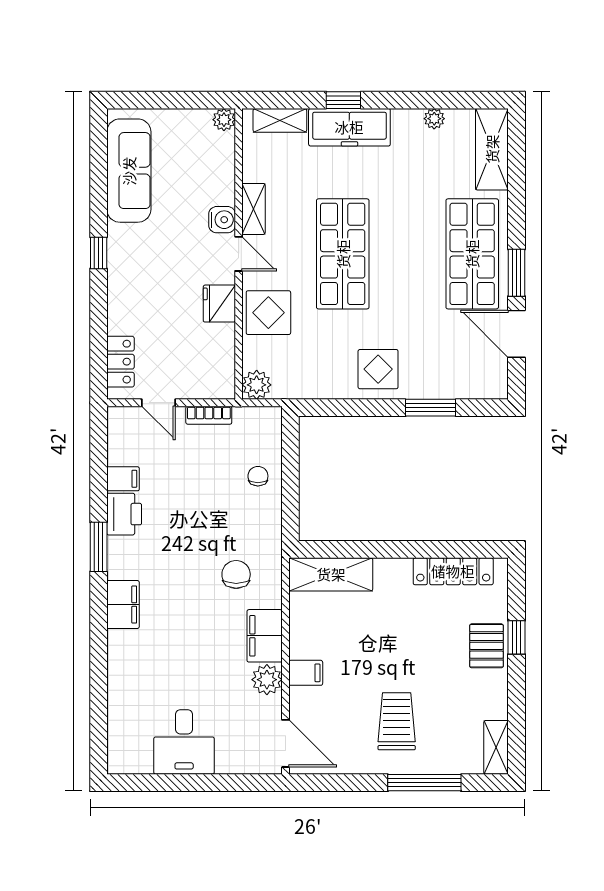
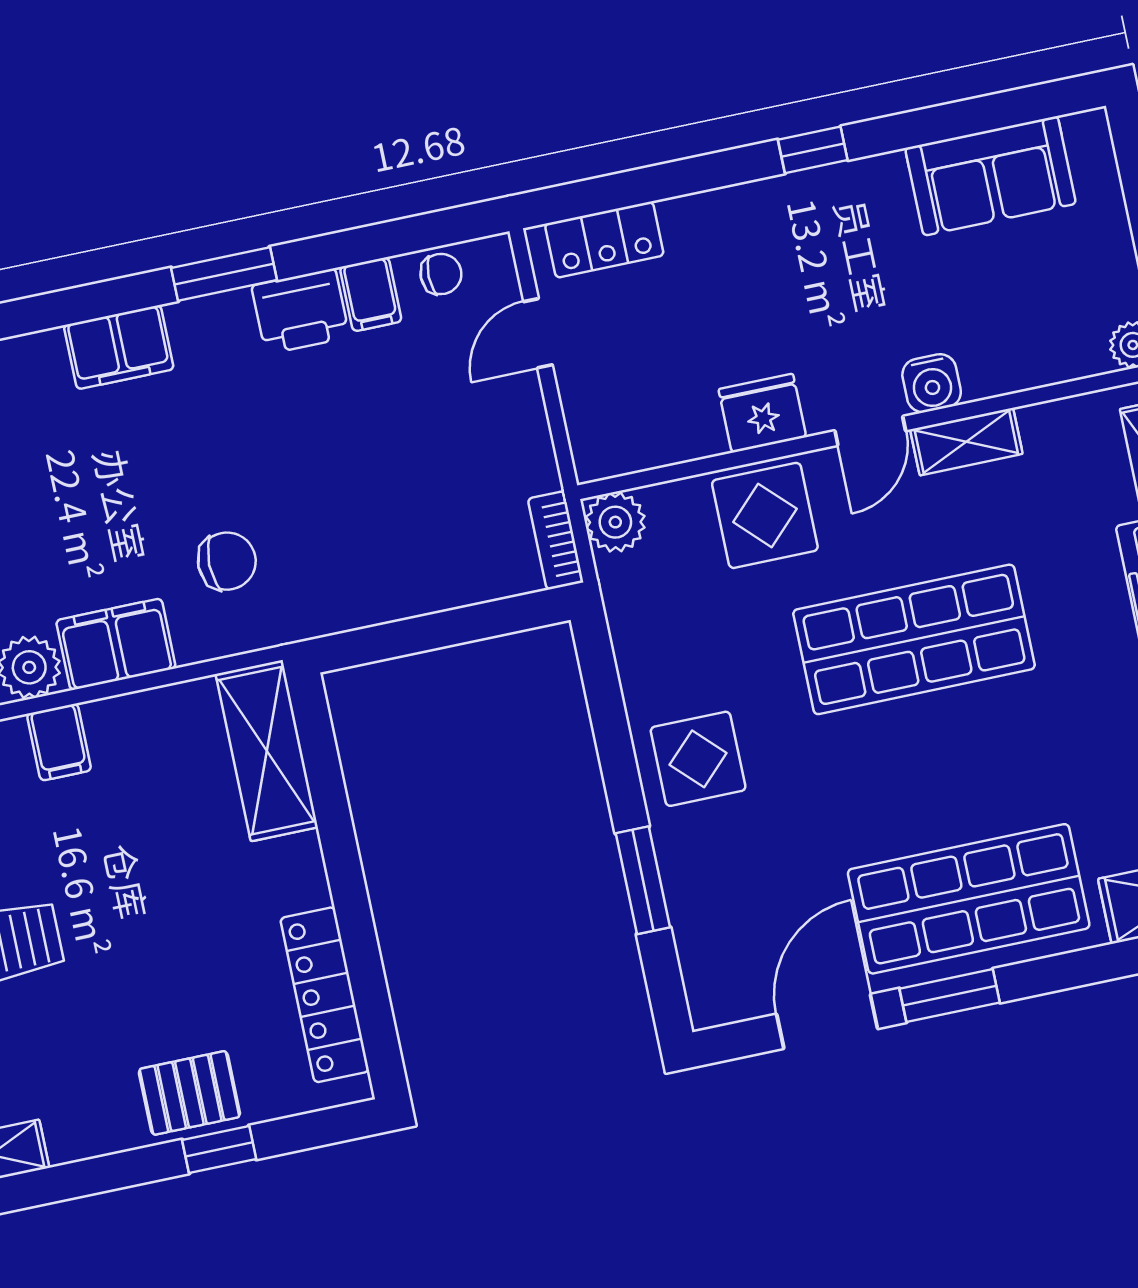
sofa: (129, 171) -> (991, 176), width x0.73
bookcase: (209, 415) -> (556, 540), moved
chair: (258, 476) -> (441, 274), moved

